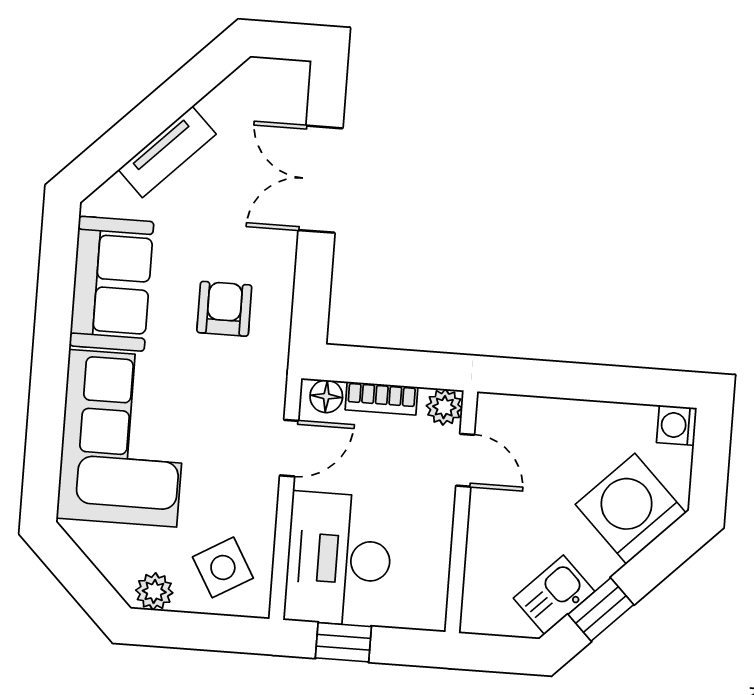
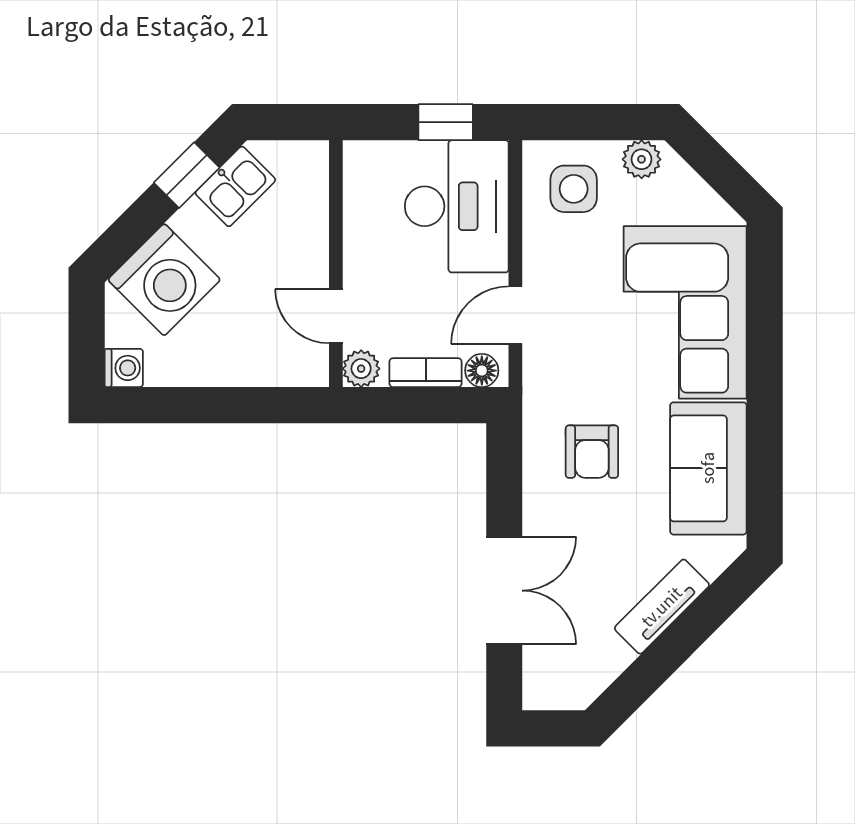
side table: (223, 567) -> (574, 189), turned 30

